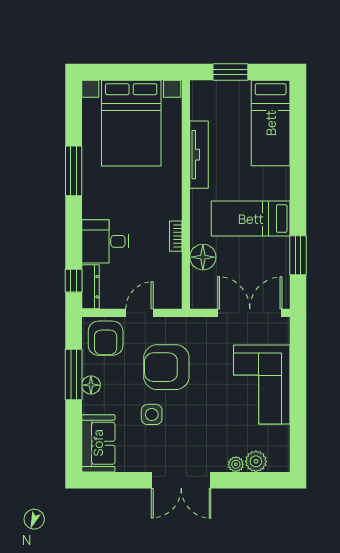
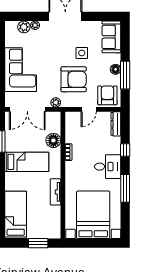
tv unit: (199, 155) -> (55, 192), width x0.71
desk: (105, 241) -> (108, 167), moved
window: (74, 281) -> (125, 150), moved
plant: (199, 326) -> (56, 102), added

